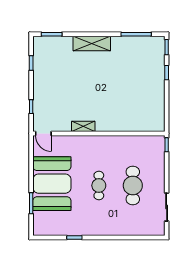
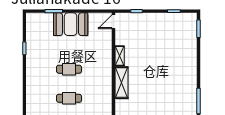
shelving: (92, 43) -> (121, 83), moved
booth: (52, 184) -> (71, 24), width x0.73, depth x0.70
cafe table: (133, 185) -> (69, 98), width x0.73, depth x0.74

